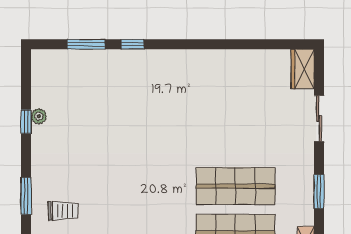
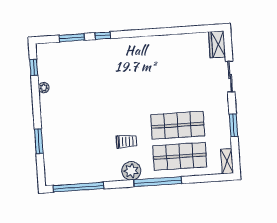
window: (26, 122) -> (34, 67), moved
trolley: (63, 211) -> (126, 141), moved

